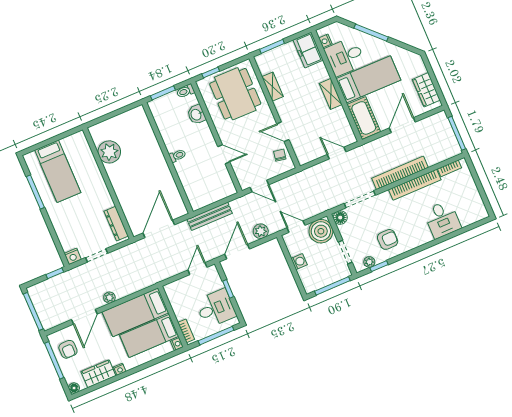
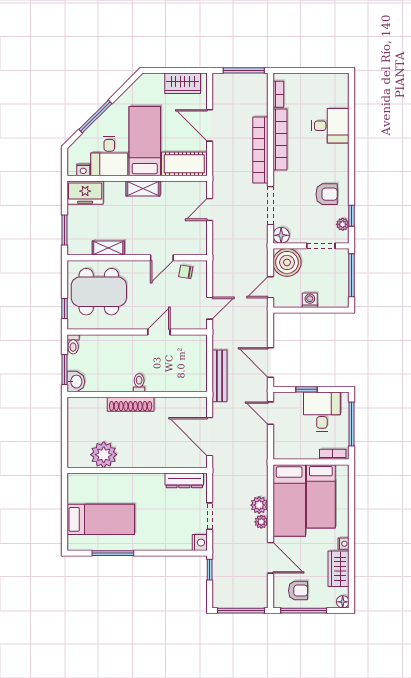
washbasin: (196, 115) -> (76, 382), moved, turned -90
shoe rack: (158, 156) -> (131, 404), added
plant: (261, 231) -> (259, 505), moved
armchair: (388, 239) -> (327, 194), turned 90
nightstand: (177, 344) -> (343, 470), removed

